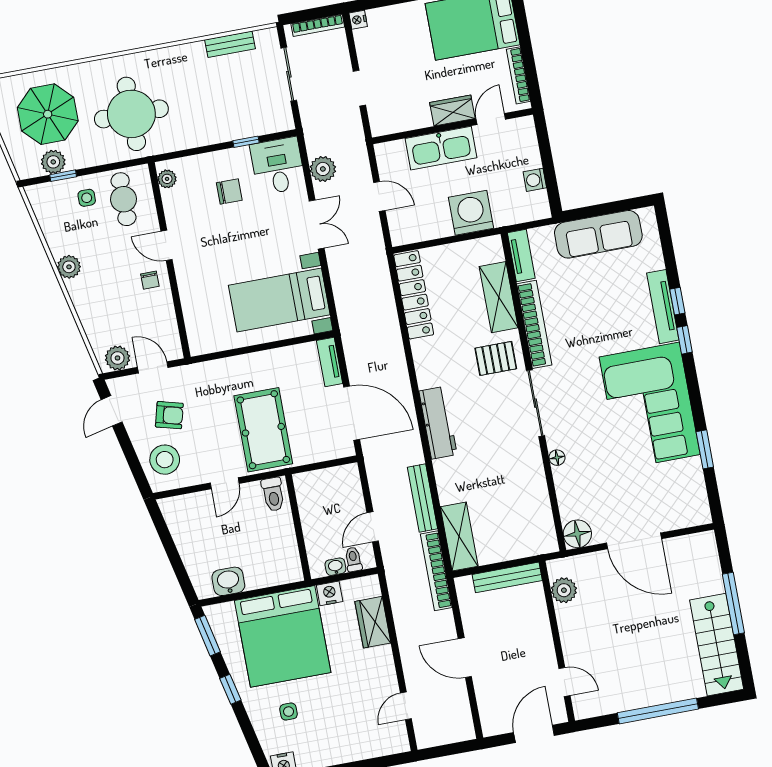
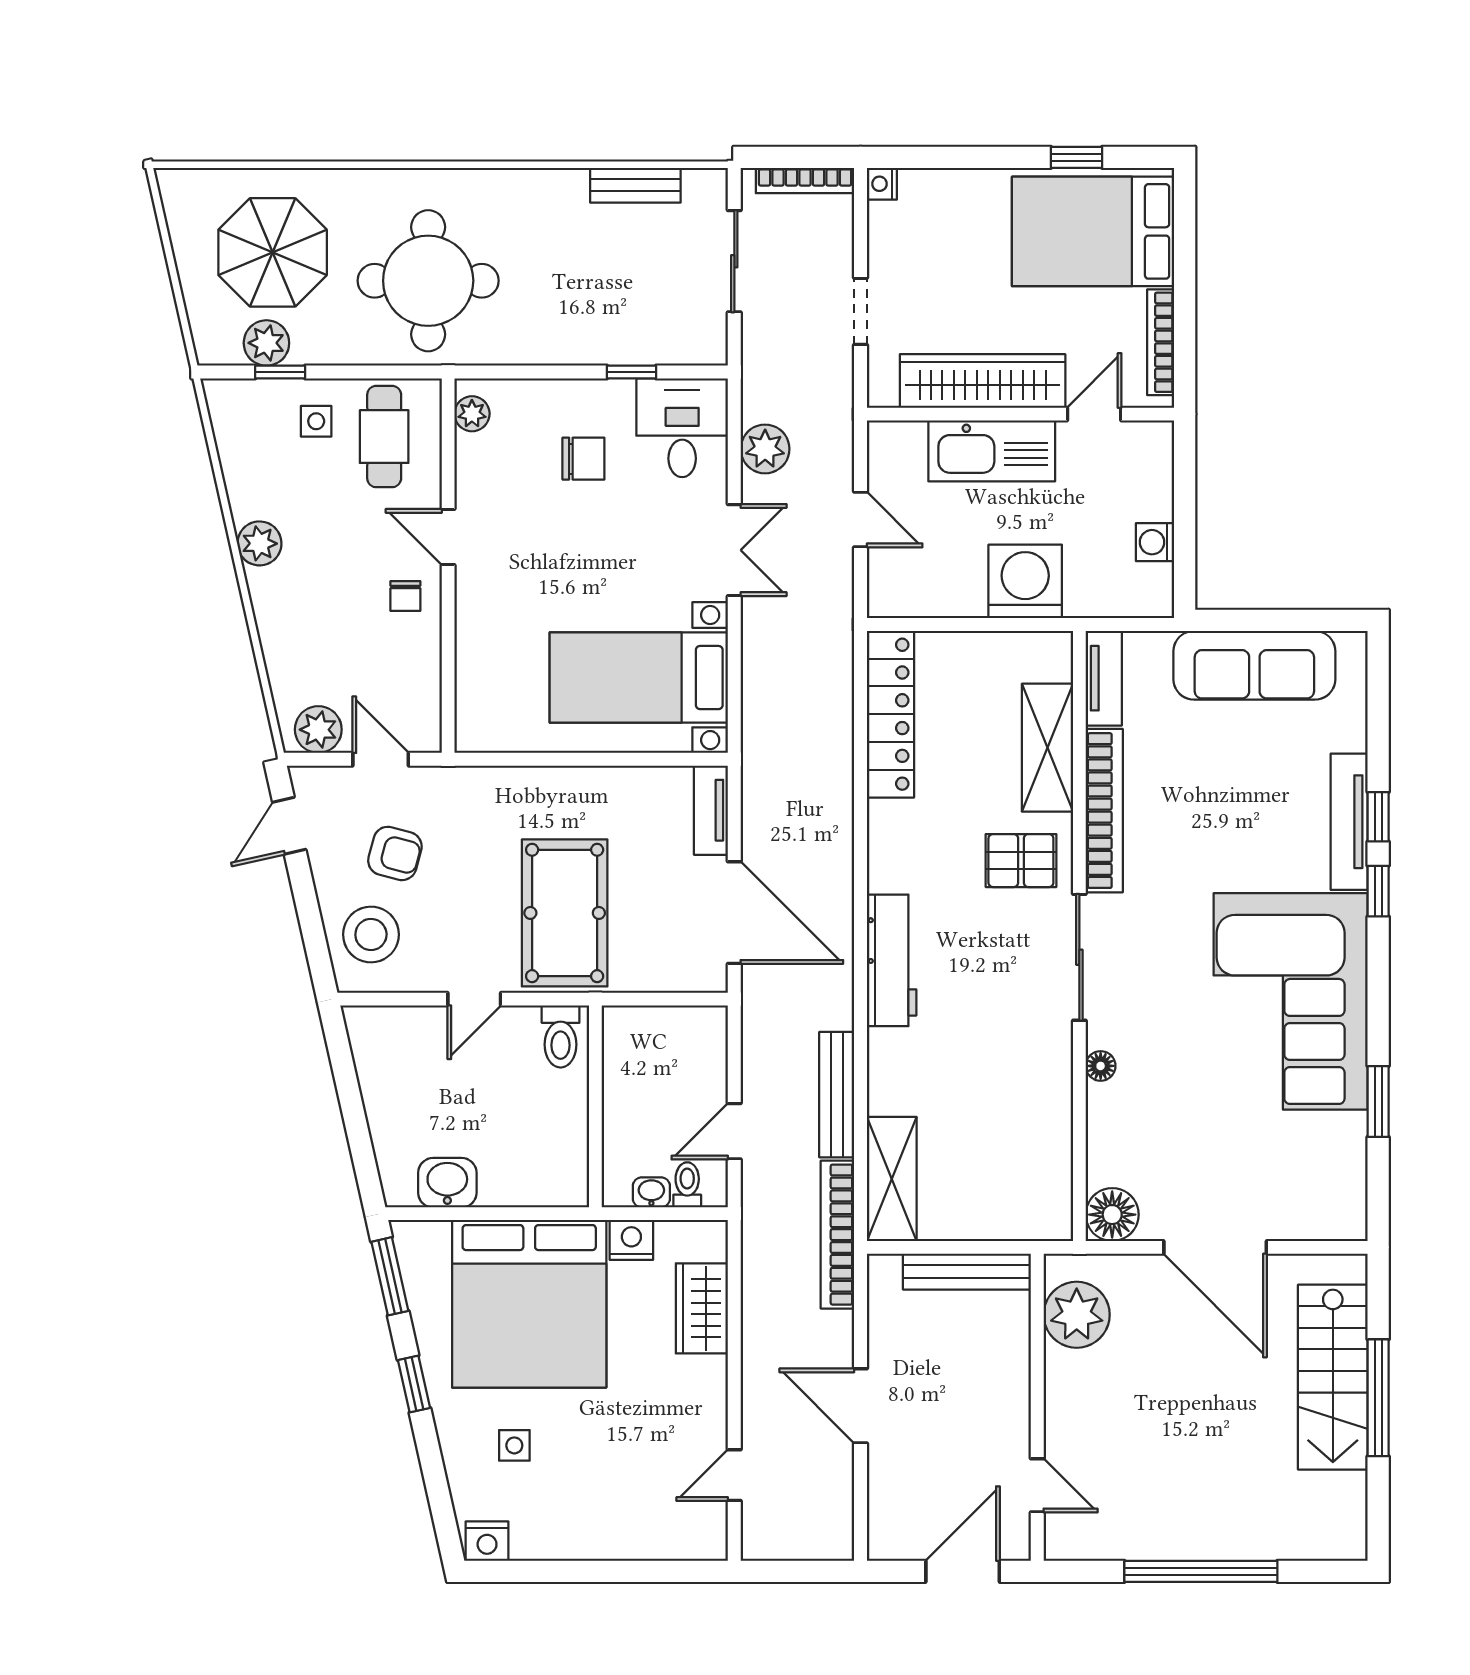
wardrobe: (452, 110) -> (983, 381), width x2.10, depth x1.17
plant: (564, 590) -> (1077, 1315), width x1.36, depth x1.36
stairs: (717, 645) -> (1333, 1377), moved

